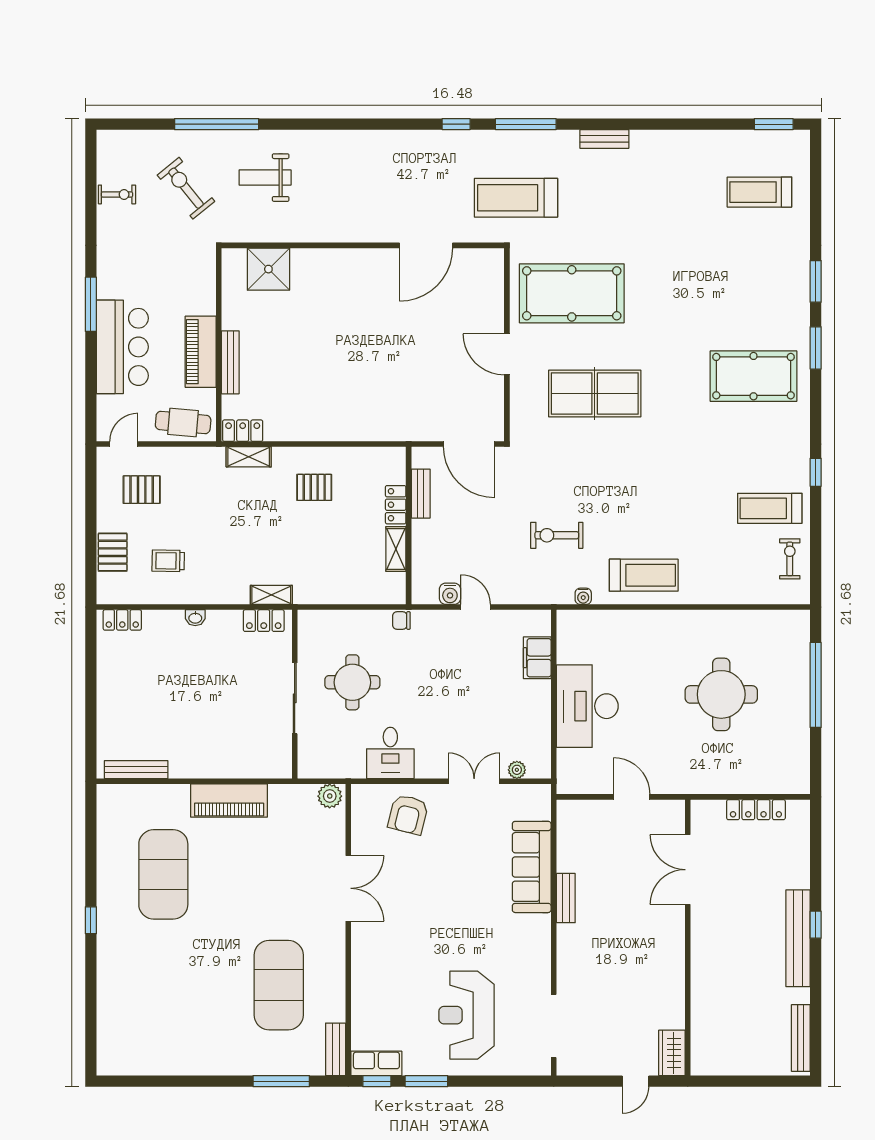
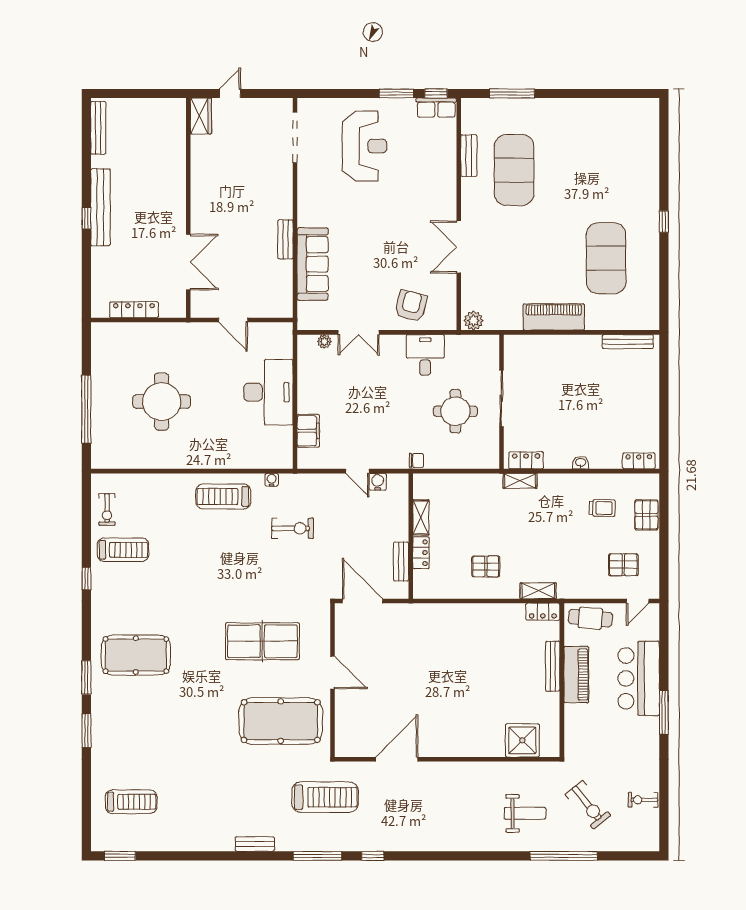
bench: (336, 1049) -> (469, 156), moved

